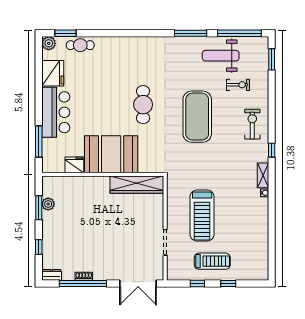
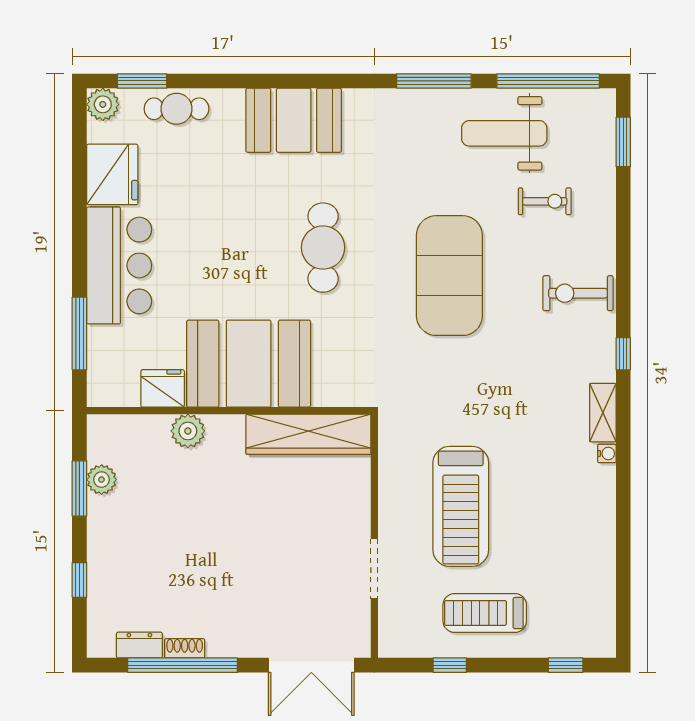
booth: (130, 50) -> (294, 120), added
exercise bike: (252, 124) -> (578, 293), turned -90
plant: (85, 183) -> (188, 431), added
treadmill: (212, 261) -> (485, 613), turned 180
dresser: (52, 275) -> (139, 645), moved
window: (228, 284) -> (566, 665), moved

